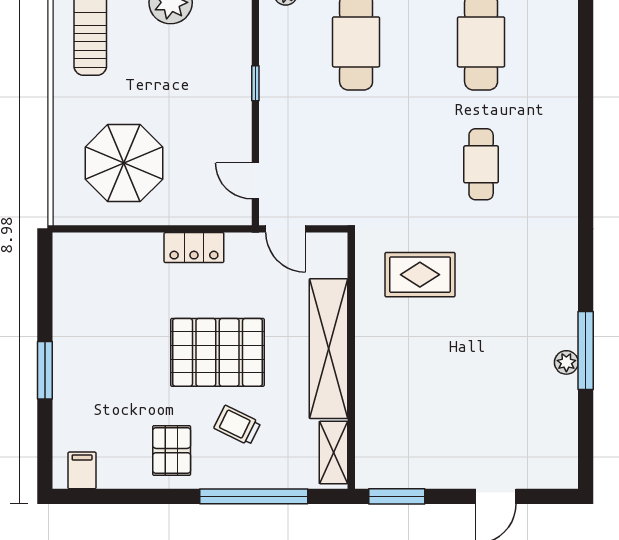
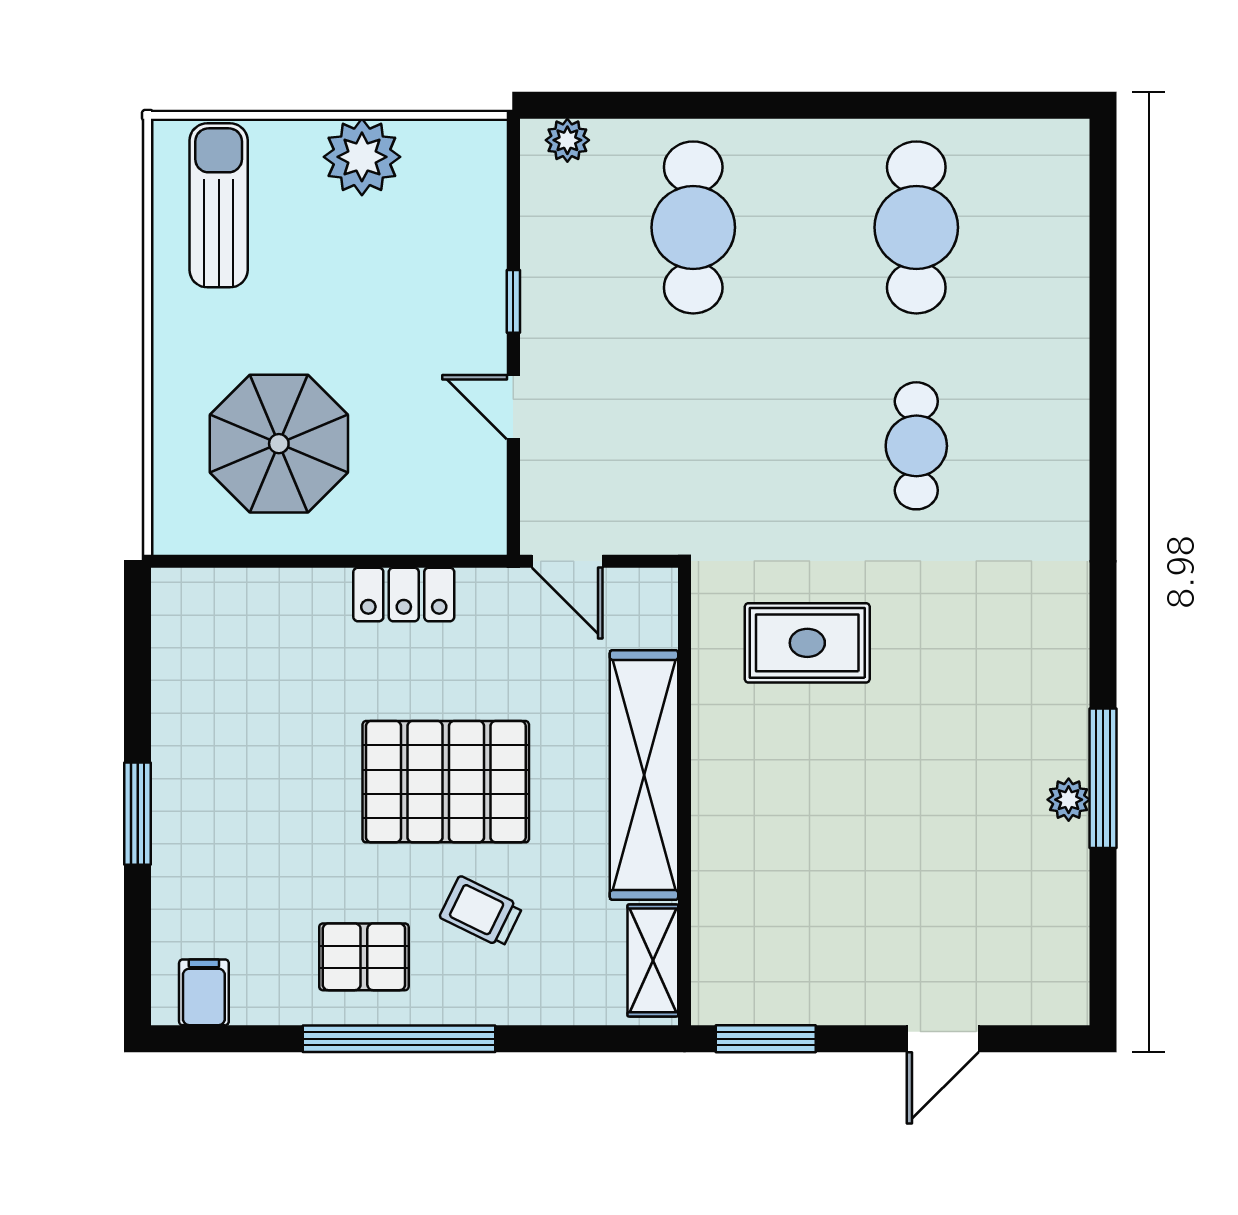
door: (255, 181) -> (513, 407), moved
pallet: (172, 451) -> (364, 957), turned 90
window: (254, 496) -> (399, 1039), moved

